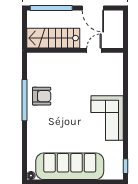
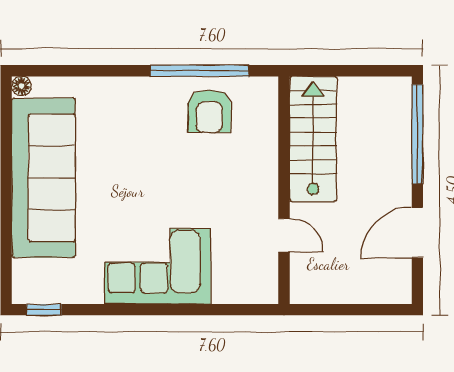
stairs: (53, 38) -> (313, 139), moved
wall: (75, 50) -> (284, 190), moved
door: (94, 50) -> (284, 235), moved

